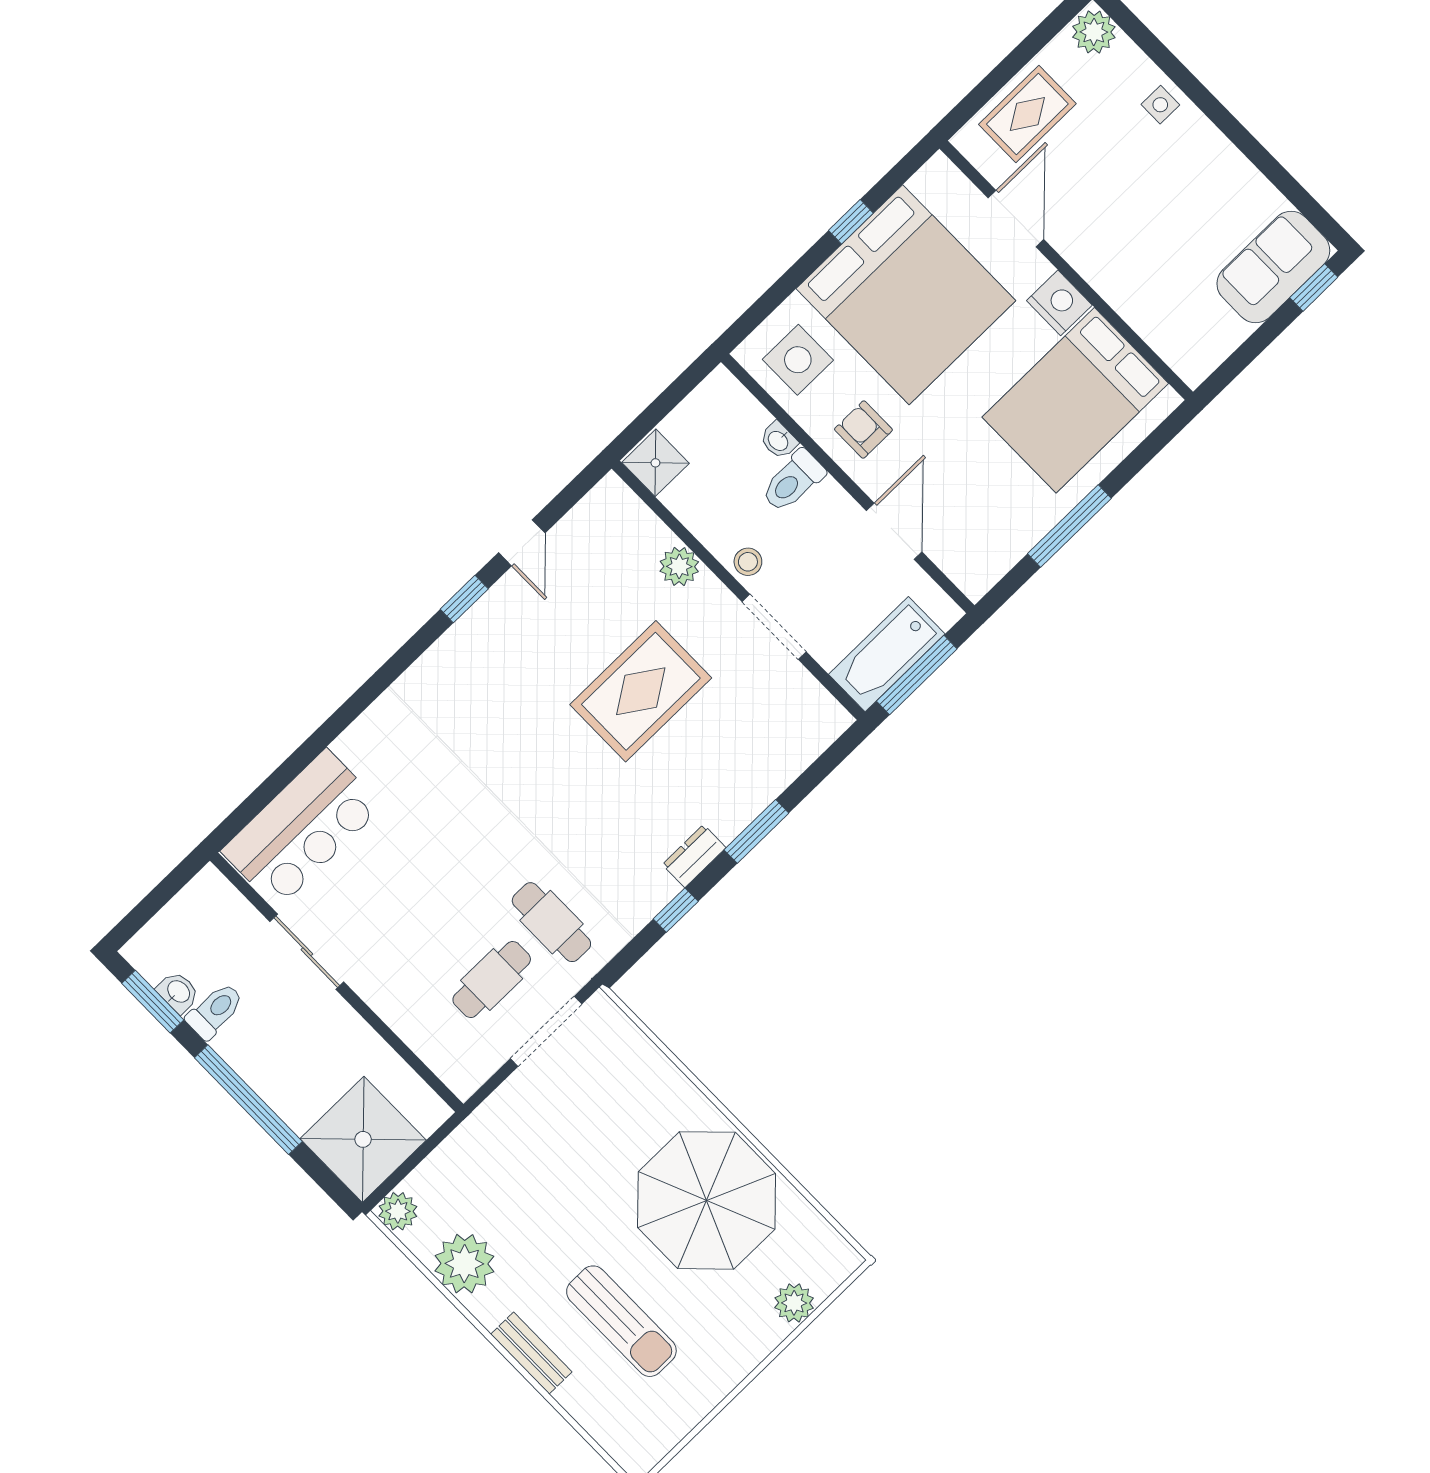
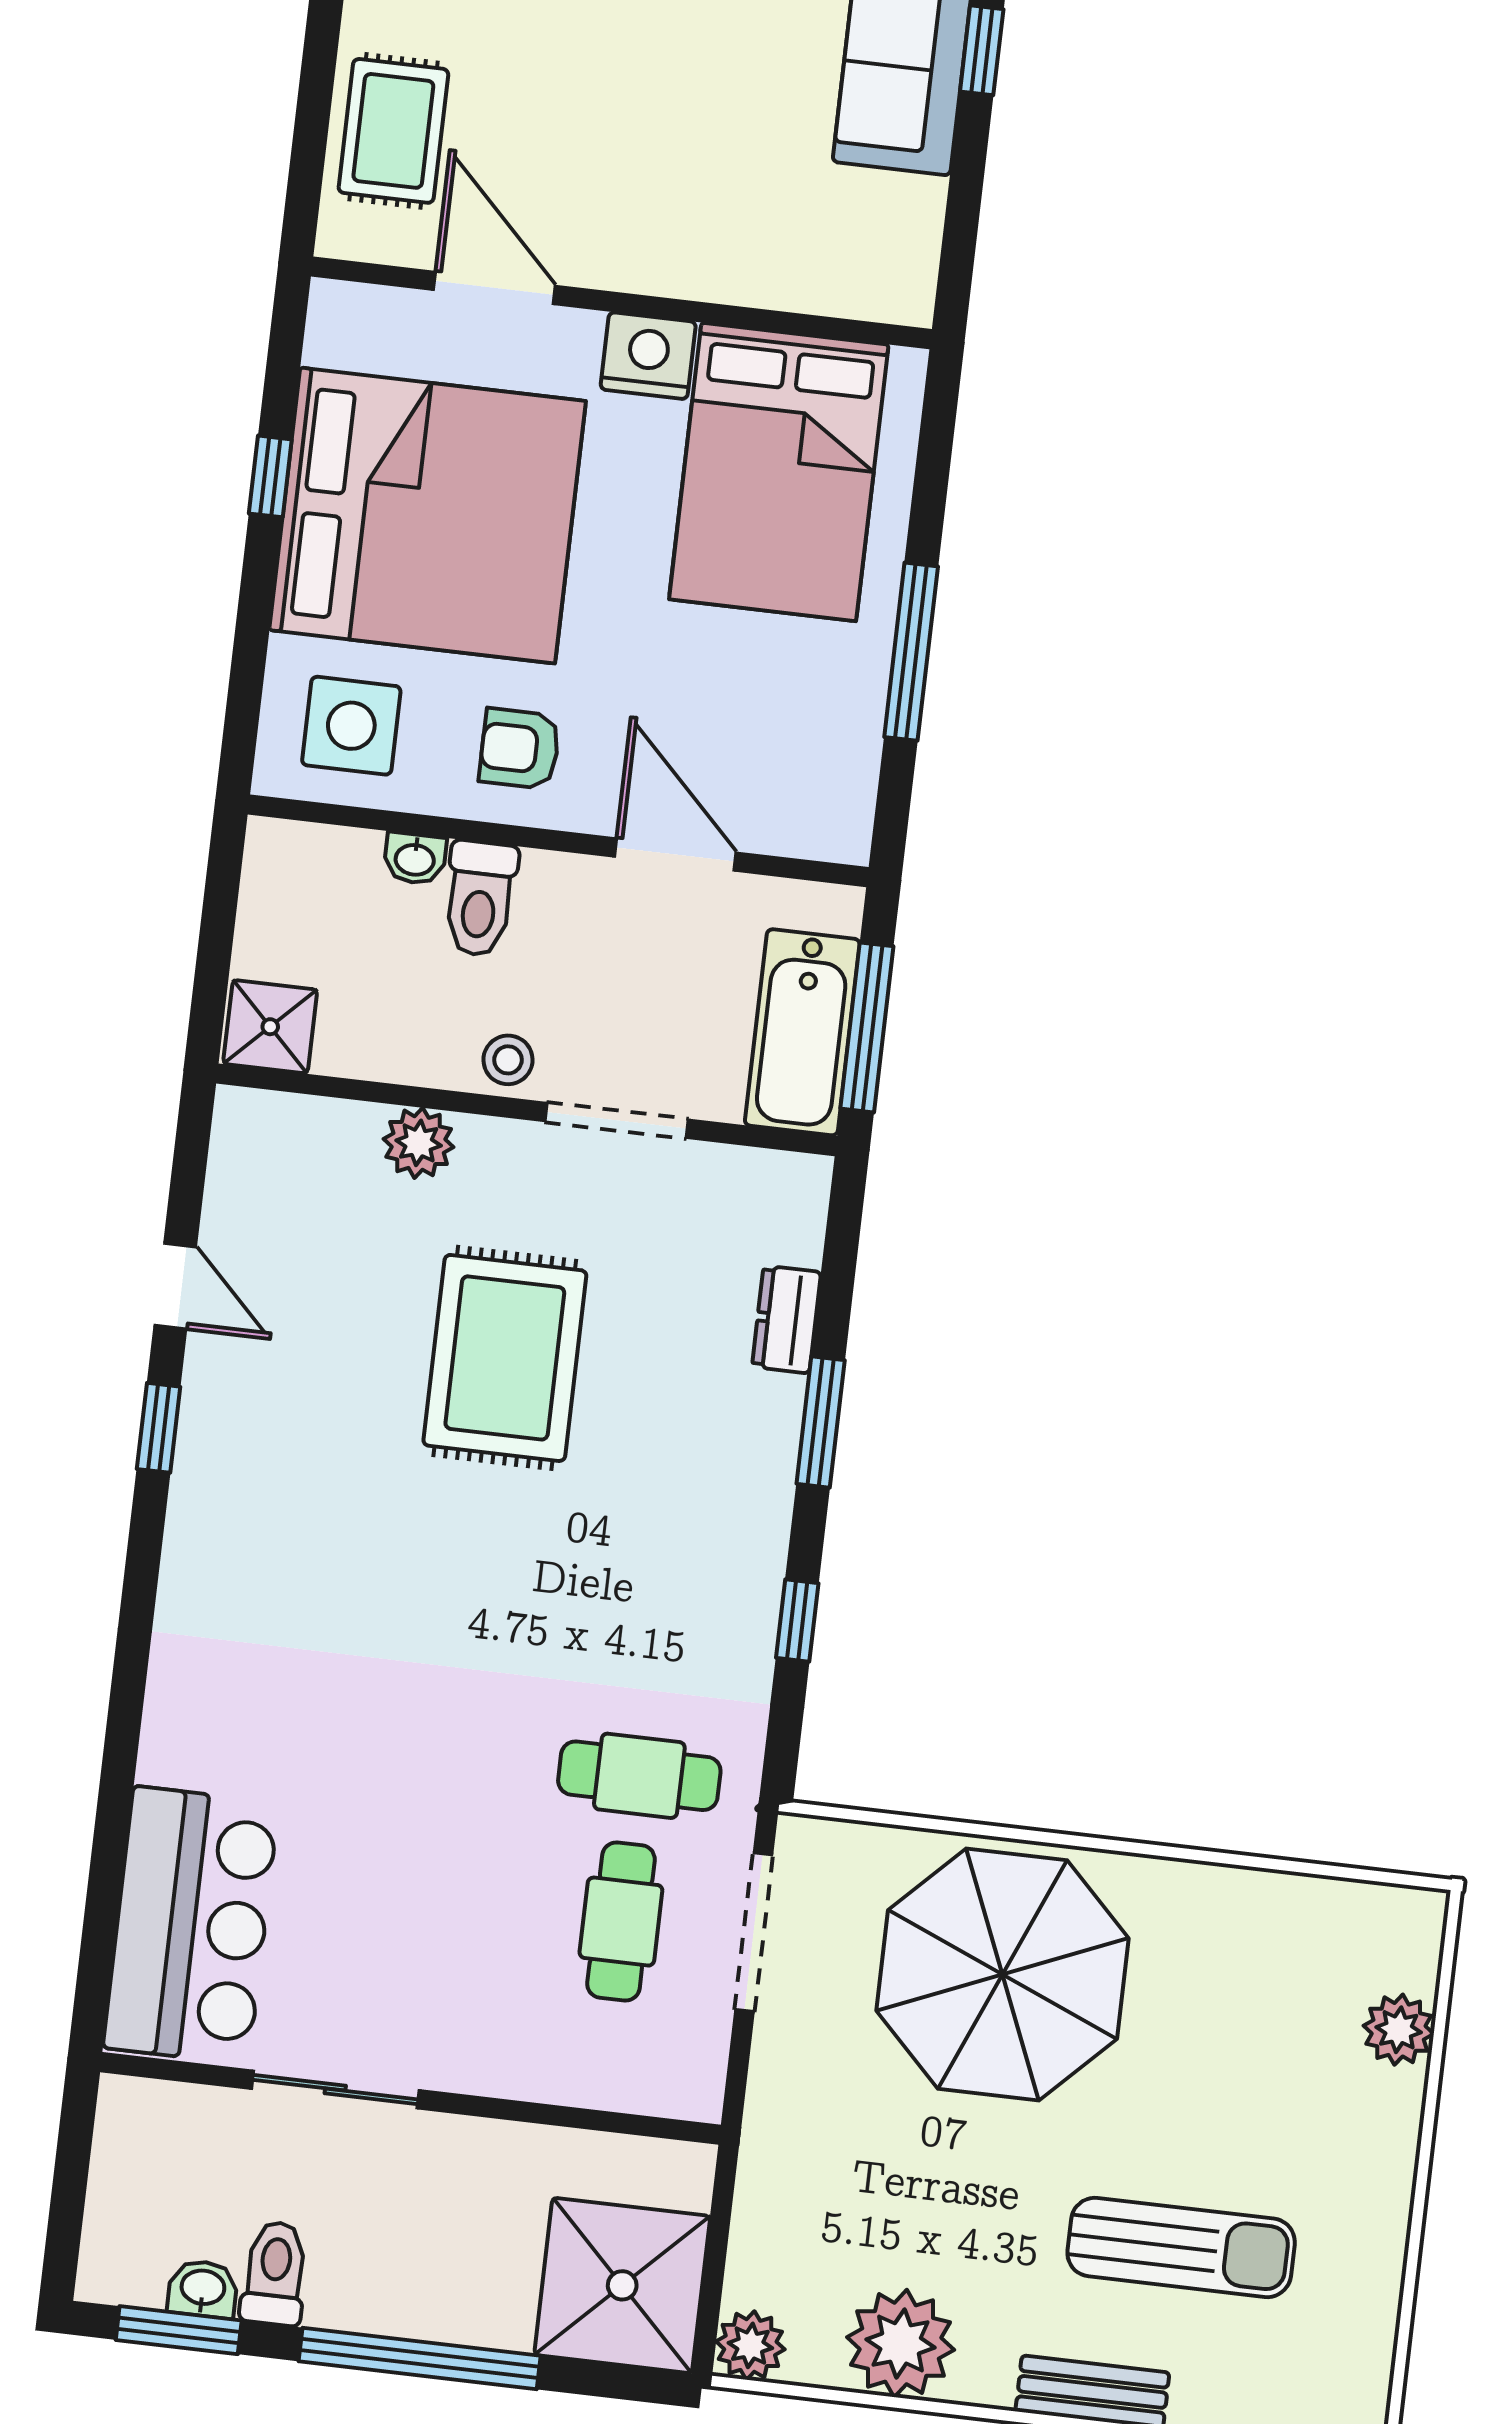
dresser: (694, 856) -> (786, 1319), moved
parasol: (707, 1200) -> (1003, 1975), moved

